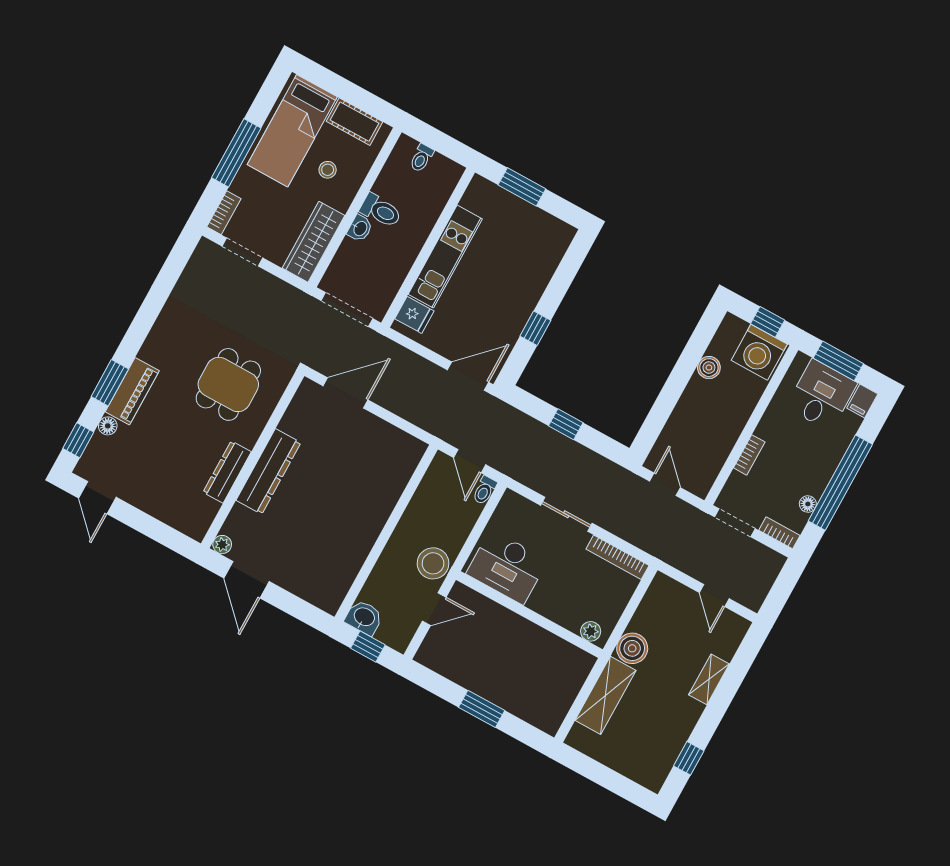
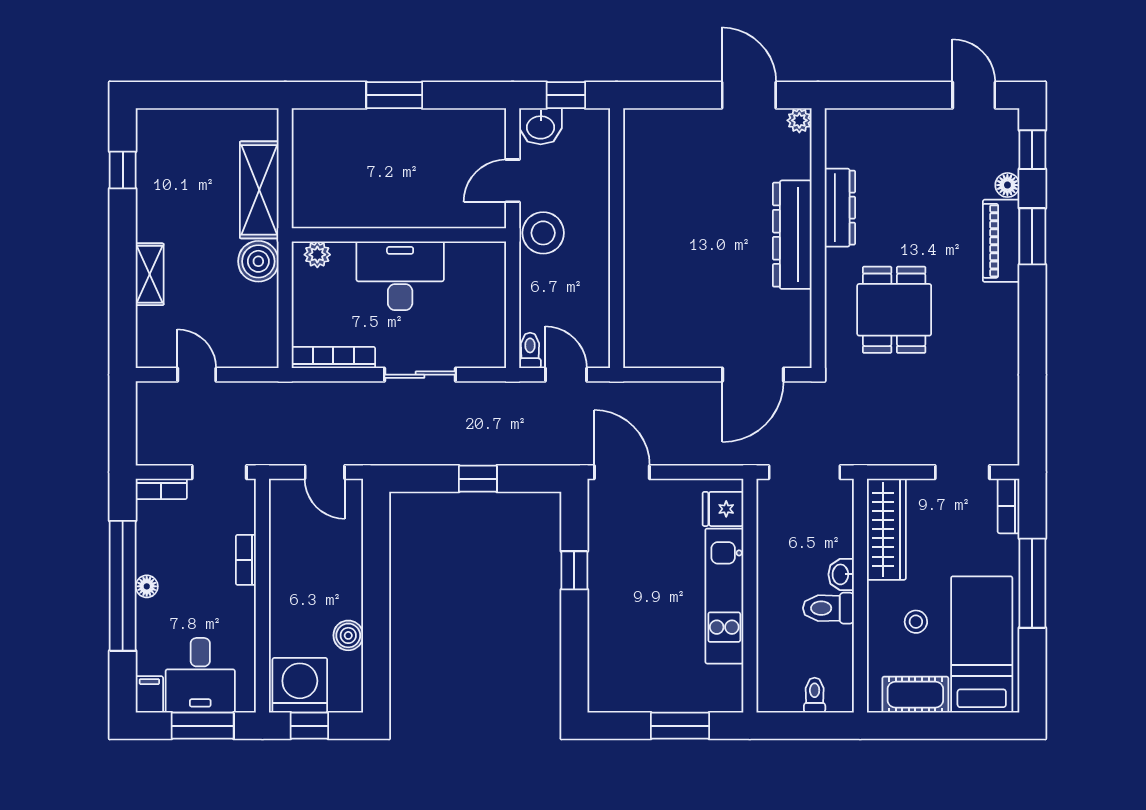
door: (468, 376) -> (622, 472), swing flipped
floor lamp: (808, 504) -> (147, 586), moved
desk: (507, 567) -> (400, 276), moved
washbasin: (364, 617) -> (541, 126), moved

